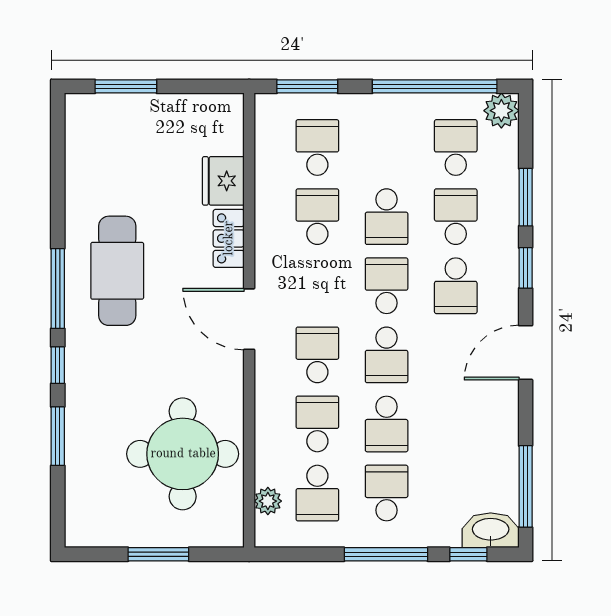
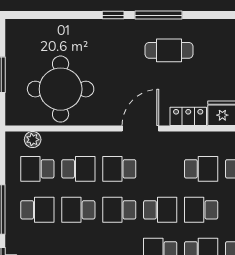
cafe table: (117, 271) -> (169, 50), width x0.73, depth x0.74
school desk: (317, 355) -> (119, 169), turned 180
window: (58, 436) -> (71, 15), removed

